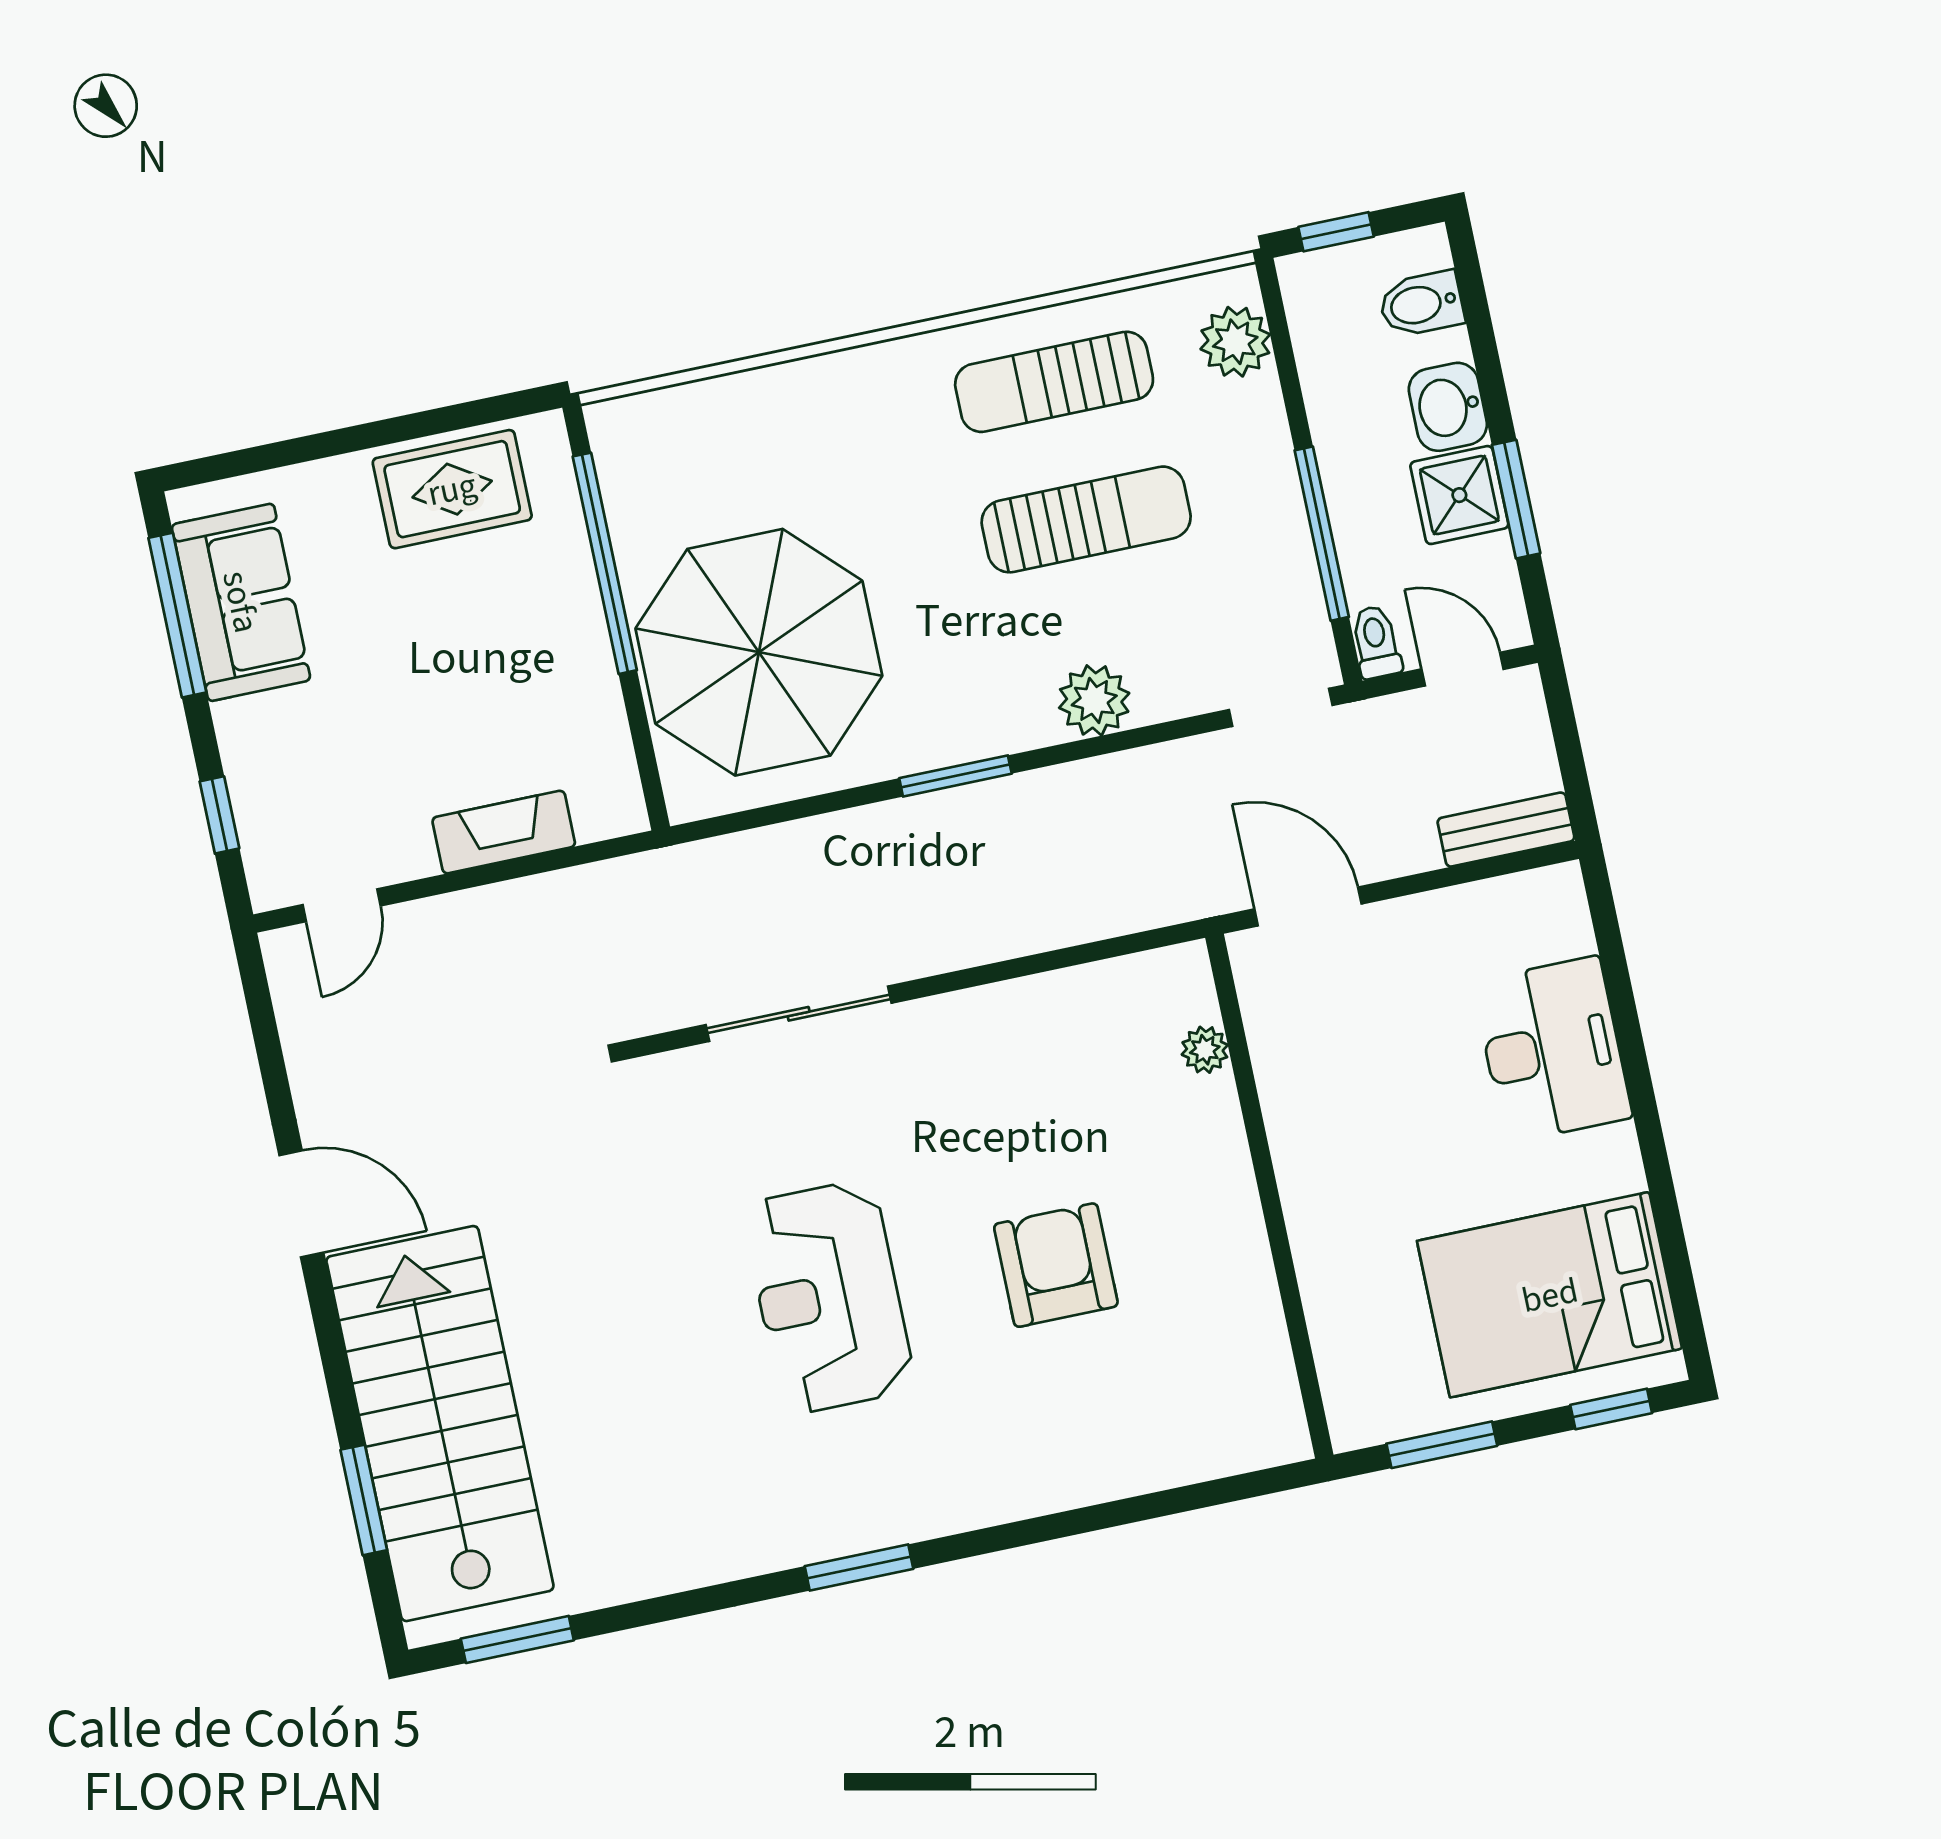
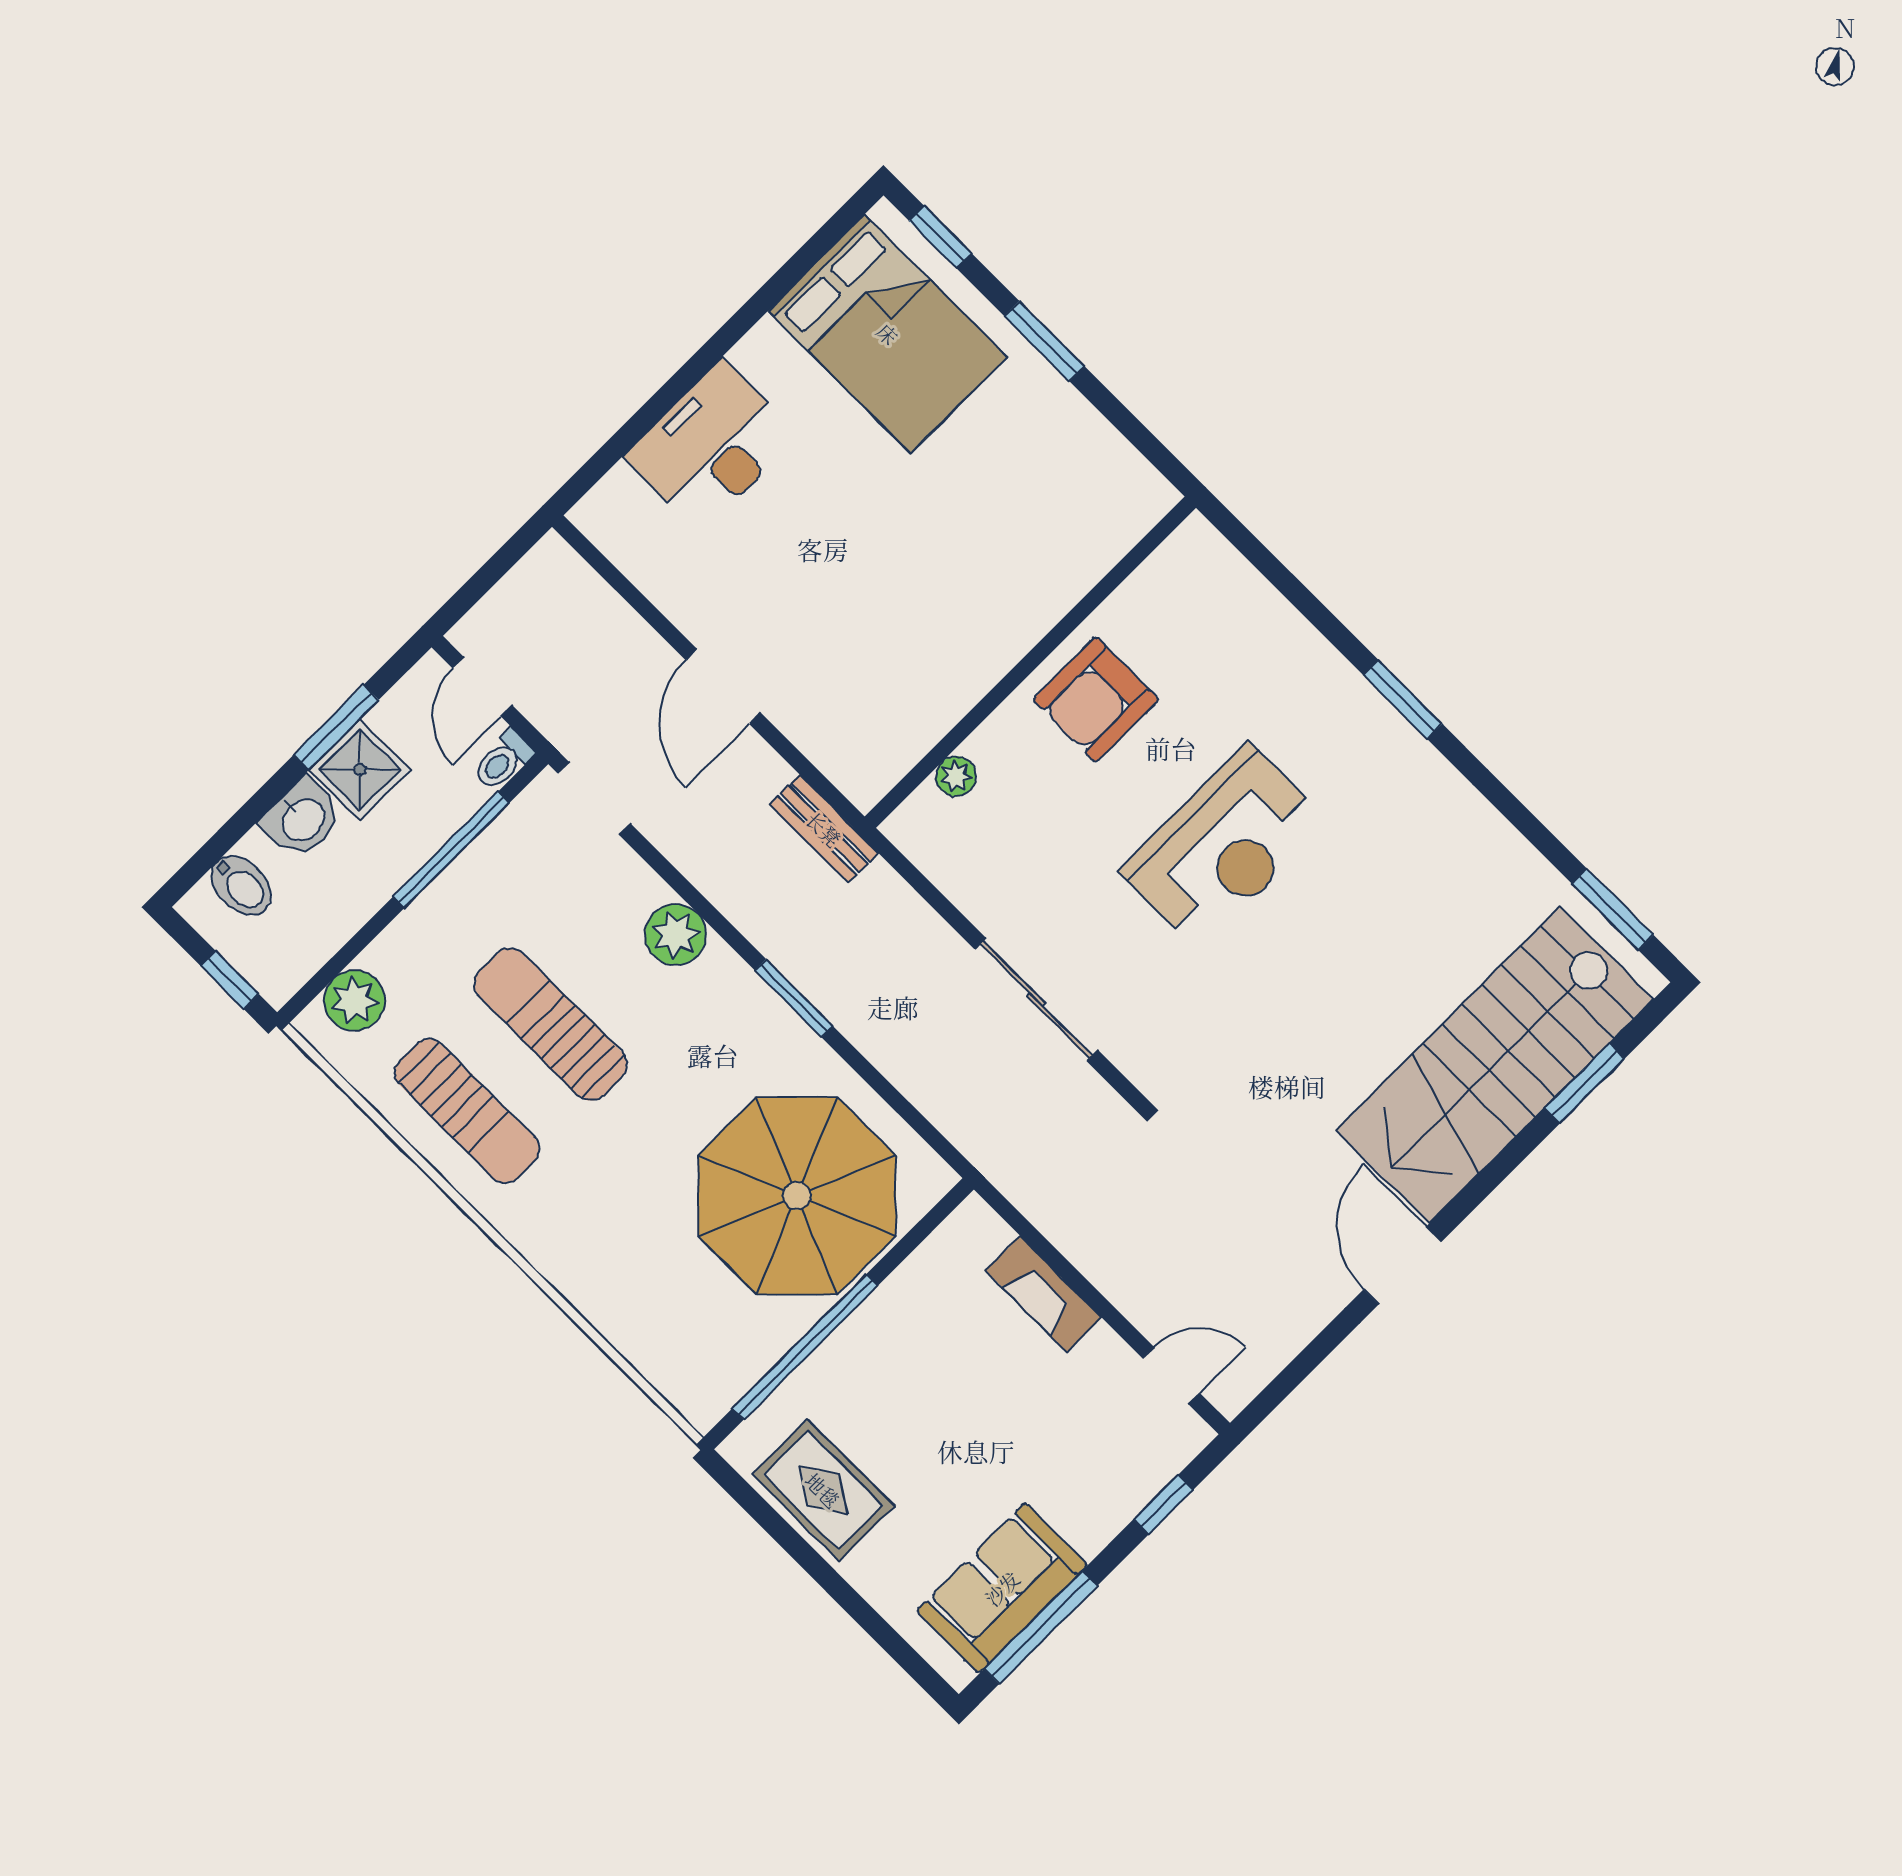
bench: (1506, 830) -> (824, 829), moved
plant: (1205, 1050) -> (956, 776), moved
wall: (1269, 1196) -> (1030, 662), moved

